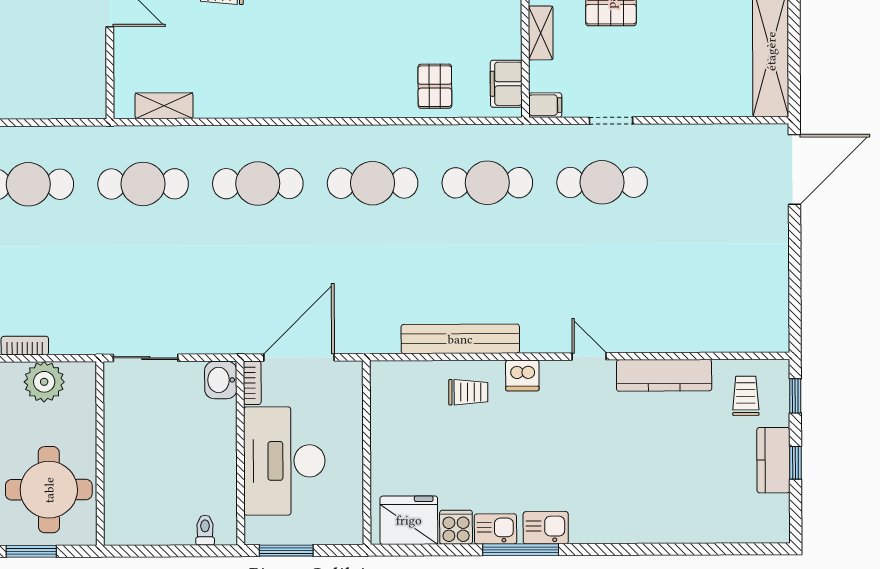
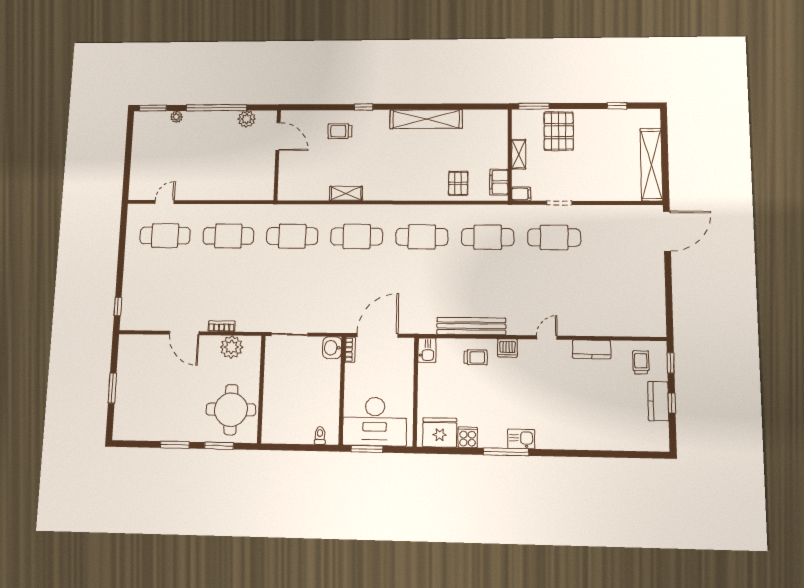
shelving: (164, 106) -> (346, 193), moved
door: (589, 356) -> (547, 338), hinge flipped
kitchen counter: (664, 375) -> (592, 349), width x0.67
desk: (284, 461) -> (375, 421), moved, turned -90
kitchen sink: (496, 529) -> (427, 350), moved, turned 90

